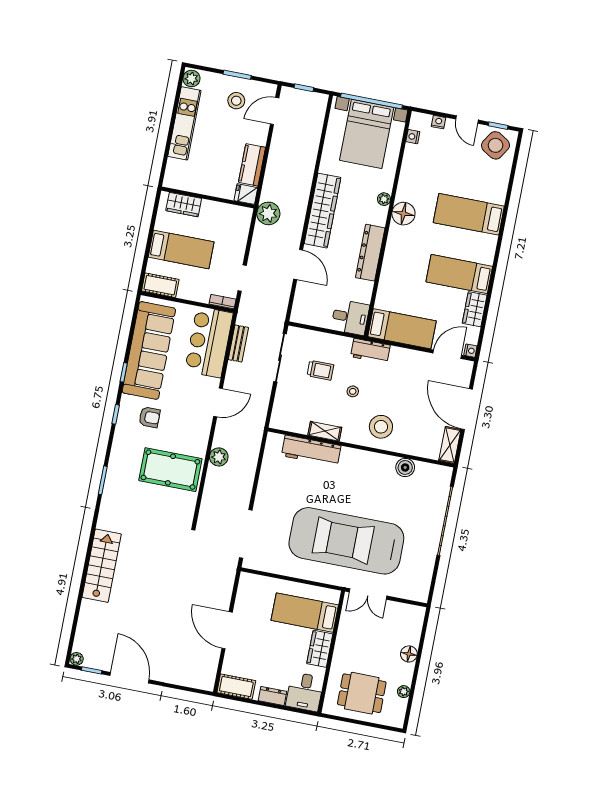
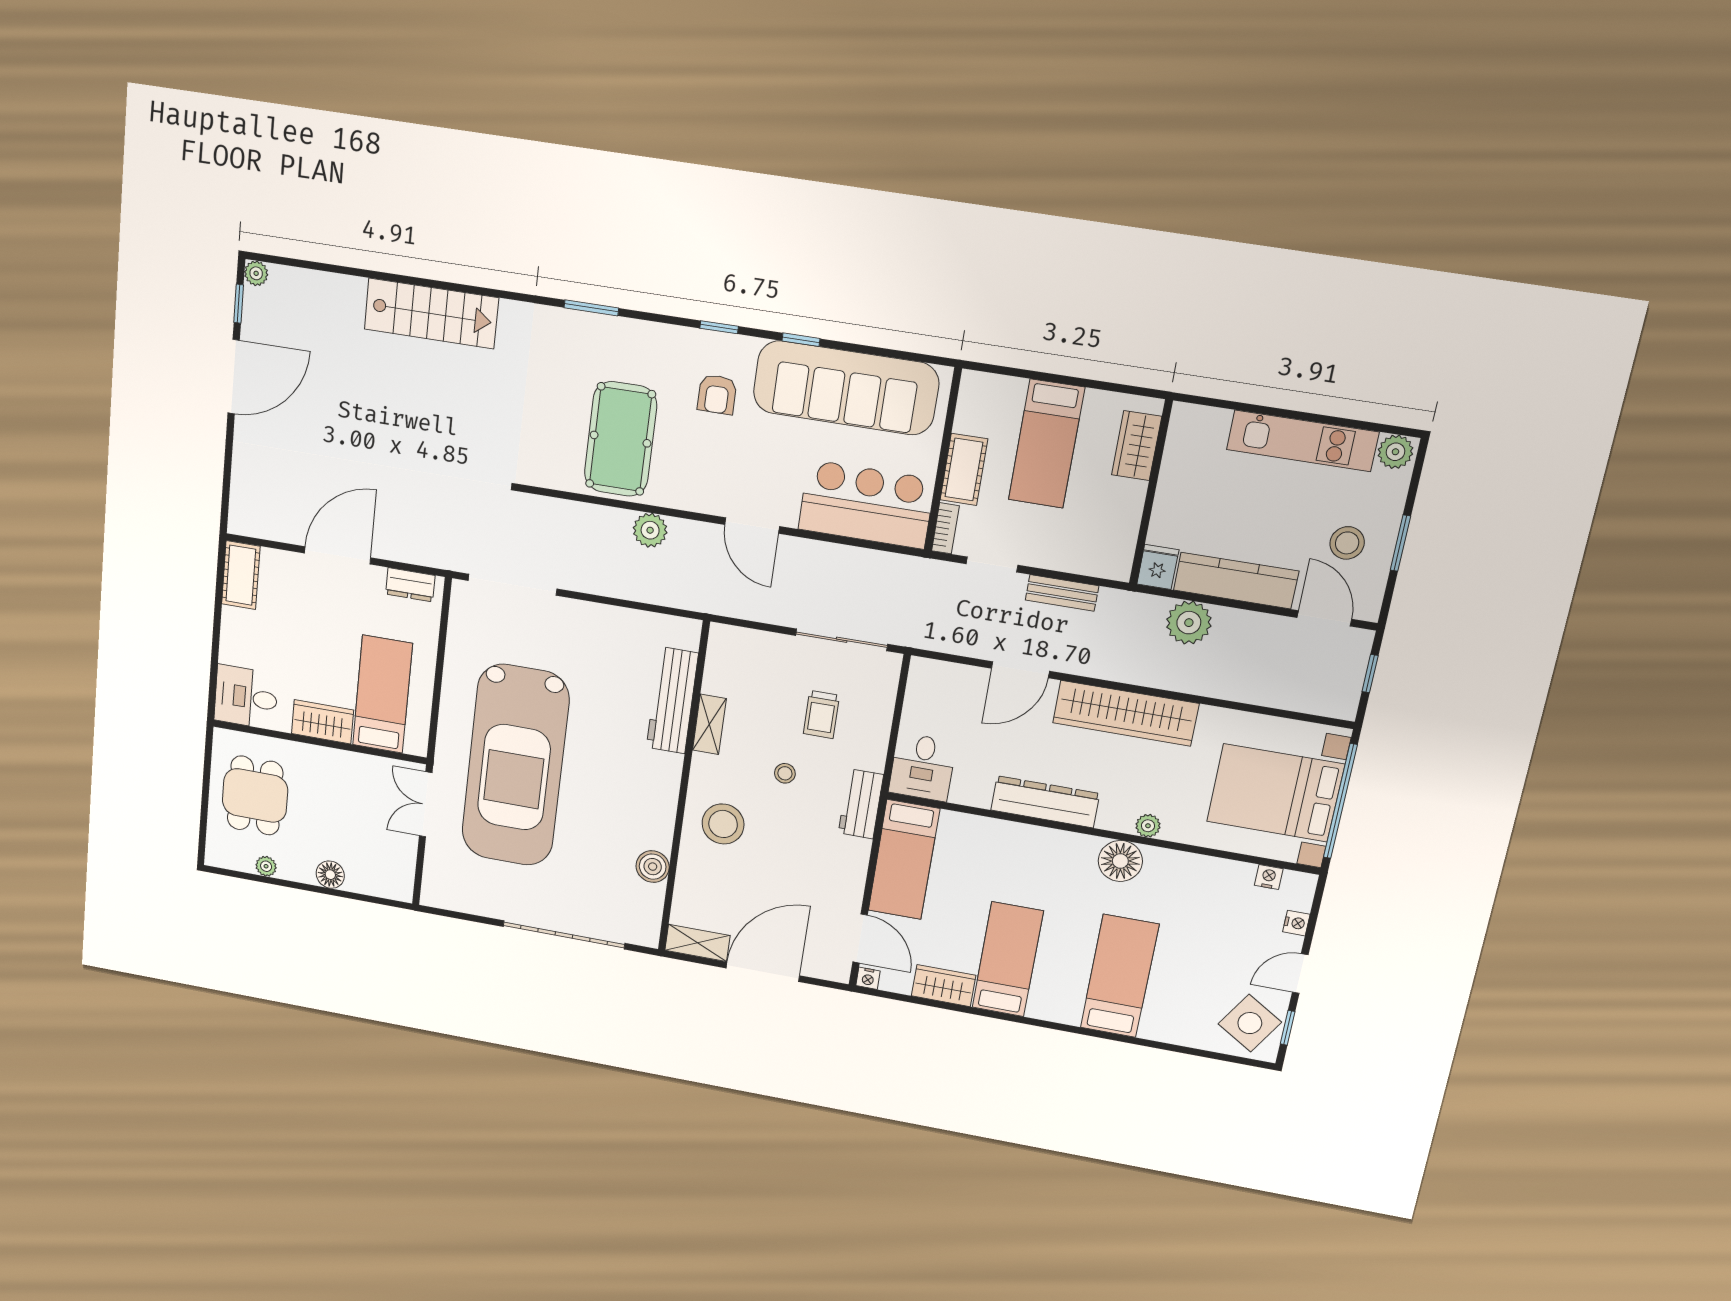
kitchen counter: (252, 165) -> (1236, 581), width x1.50
plant: (268, 213) -> (1189, 623), moved
cot: (160, 285) -> (964, 469), moved
bench: (238, 343) -> (1062, 593), moved
car: (346, 541) -> (515, 766), turned 180
dresser: (273, 696) -> (410, 585), moved, turned 90

